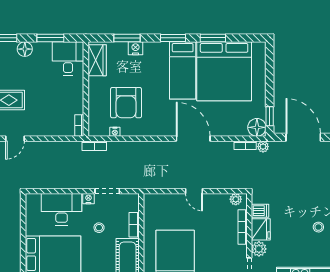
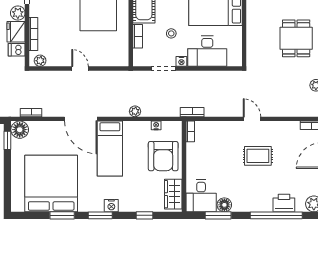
window: (127, 38) -> (144, 215), width x0.67
nightstand: (136, 48) -> (111, 206), moved
floor lamp: (25, 49) -> (224, 205), moved
bed: (183, 70) -> (110, 149), moved, turned 180
armchair: (126, 103) -> (163, 156), moved, turned 180
door: (15, 139) -> (252, 119), hinge flipped
bookcase: (94, 146) -> (192, 112), moved
plant: (263, 147) -> (135, 111), moved

